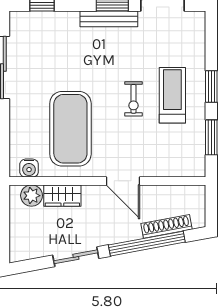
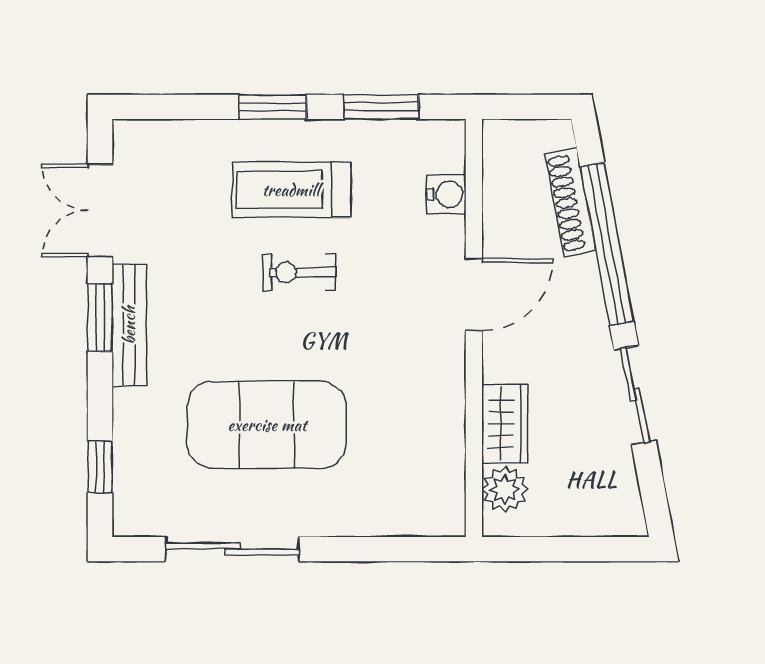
exercise bike: (133, 99) -> (299, 272), turned 180
exercise mat: (70, 129) -> (267, 425), moved
water cooler: (29, 168) -> (446, 194), moved

